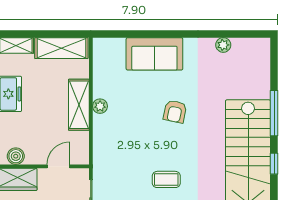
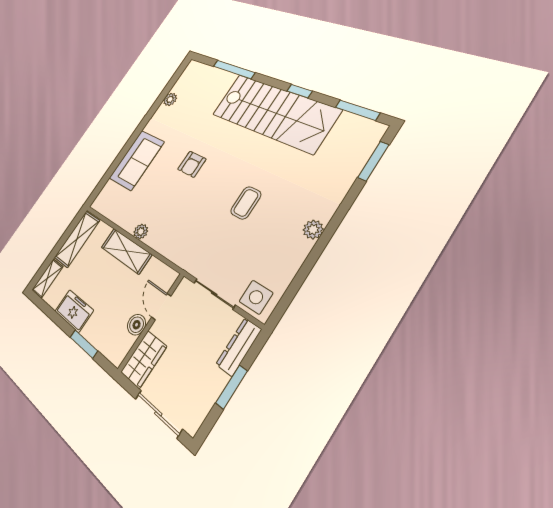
armchair: (175, 112) -> (192, 164), turned 78
window: (274, 113) -> (234, 69), moved
boiler: (16, 156) -> (137, 325), moved

